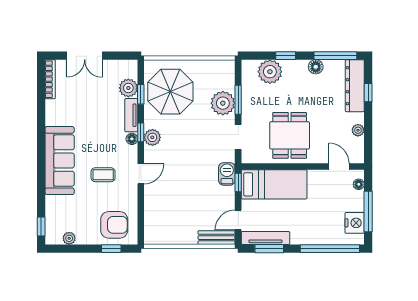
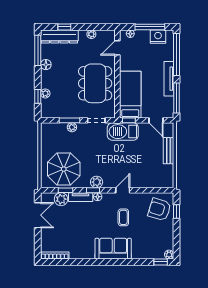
double door: (85, 56) -> (38, 215), moved
window: (286, 56) -> (38, 96), moved
plant: (270, 72) -> (45, 93), width x0.53, depth x0.53
plant: (223, 103) -> (72, 127), width x0.53, depth x0.53
dining table: (290, 135) -> (95, 83), width x1.38
sofa: (60, 161) -> (113, 249), width x0.73
door: (141, 174) -> (123, 190), hinge flipped
barbecue: (227, 174) -> (123, 132), width x1.88, depth x1.53
armchair: (114, 225) -> (159, 209), turned -73
plant: (69, 238) -> (169, 254), moved
bench: (216, 238) -> (169, 151), moved
tv unit: (265, 238) -> (169, 79), moved
window: (269, 249) -> (176, 98), width x1.44

